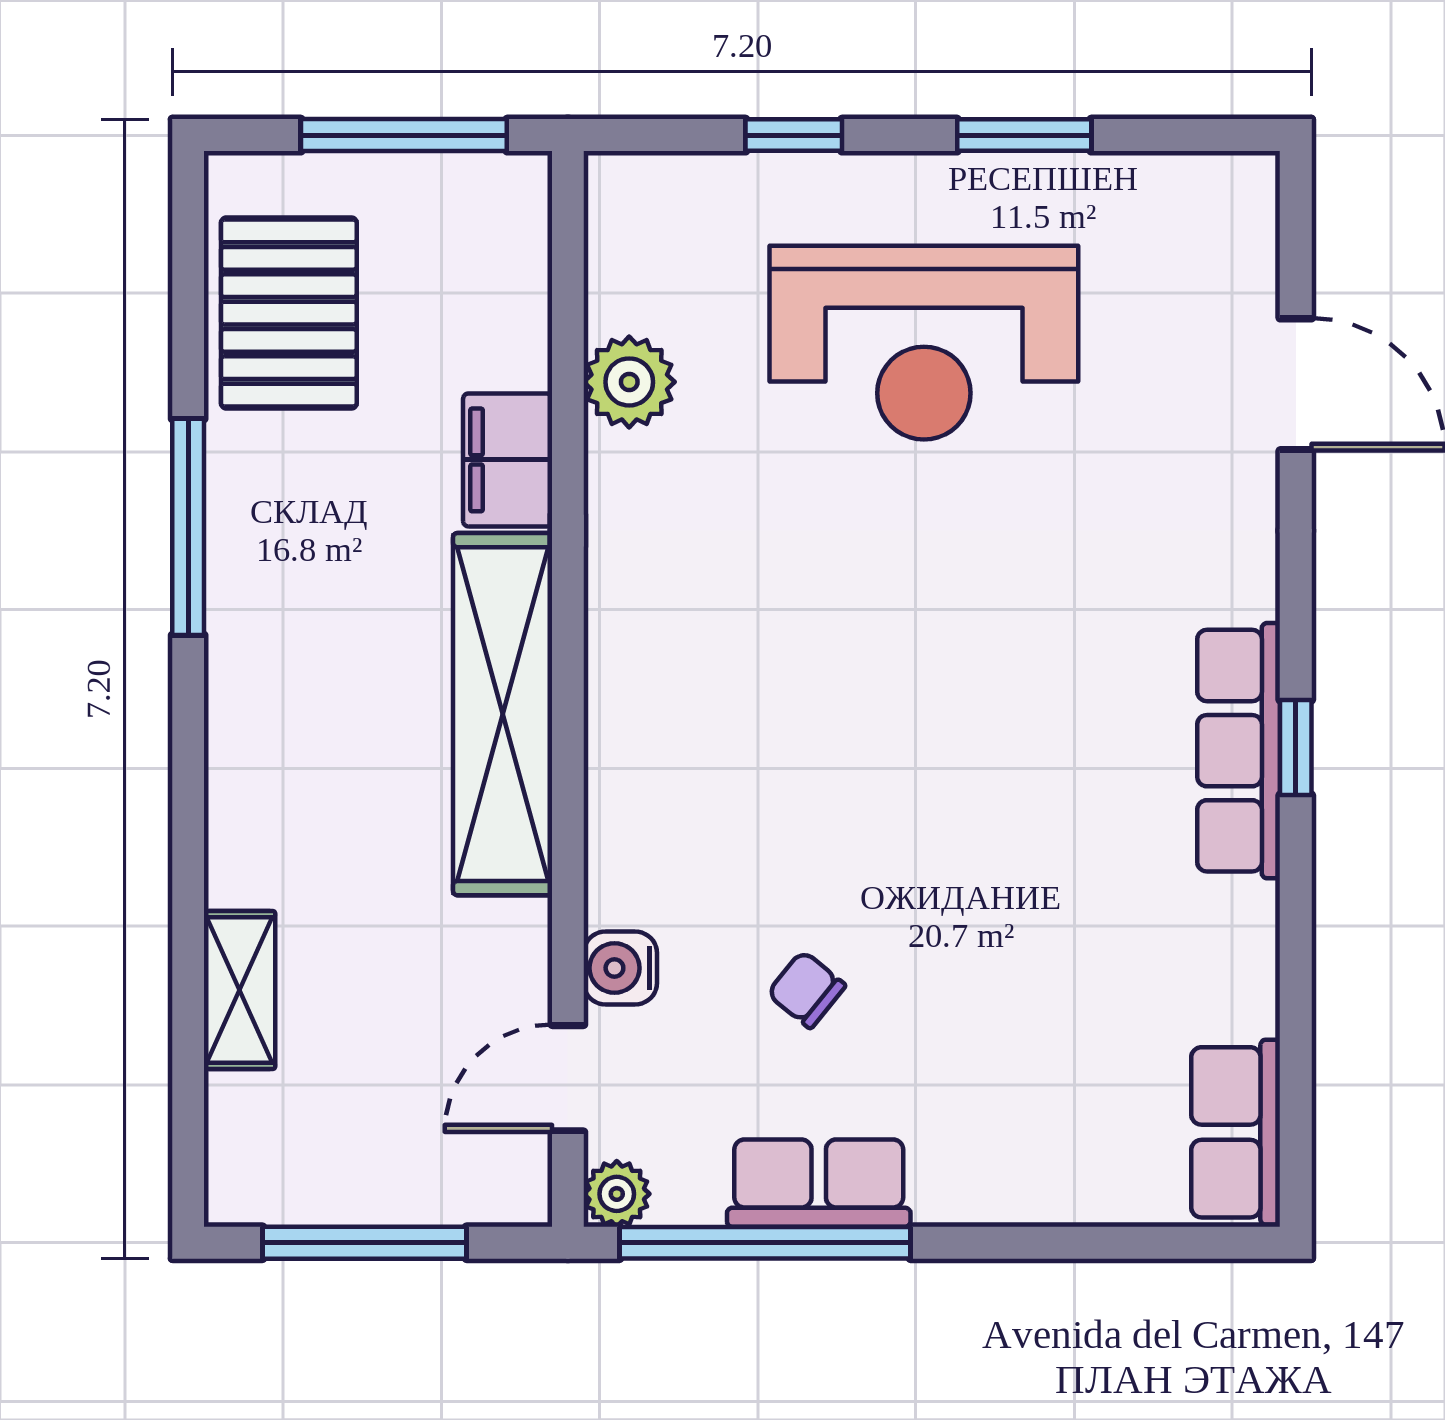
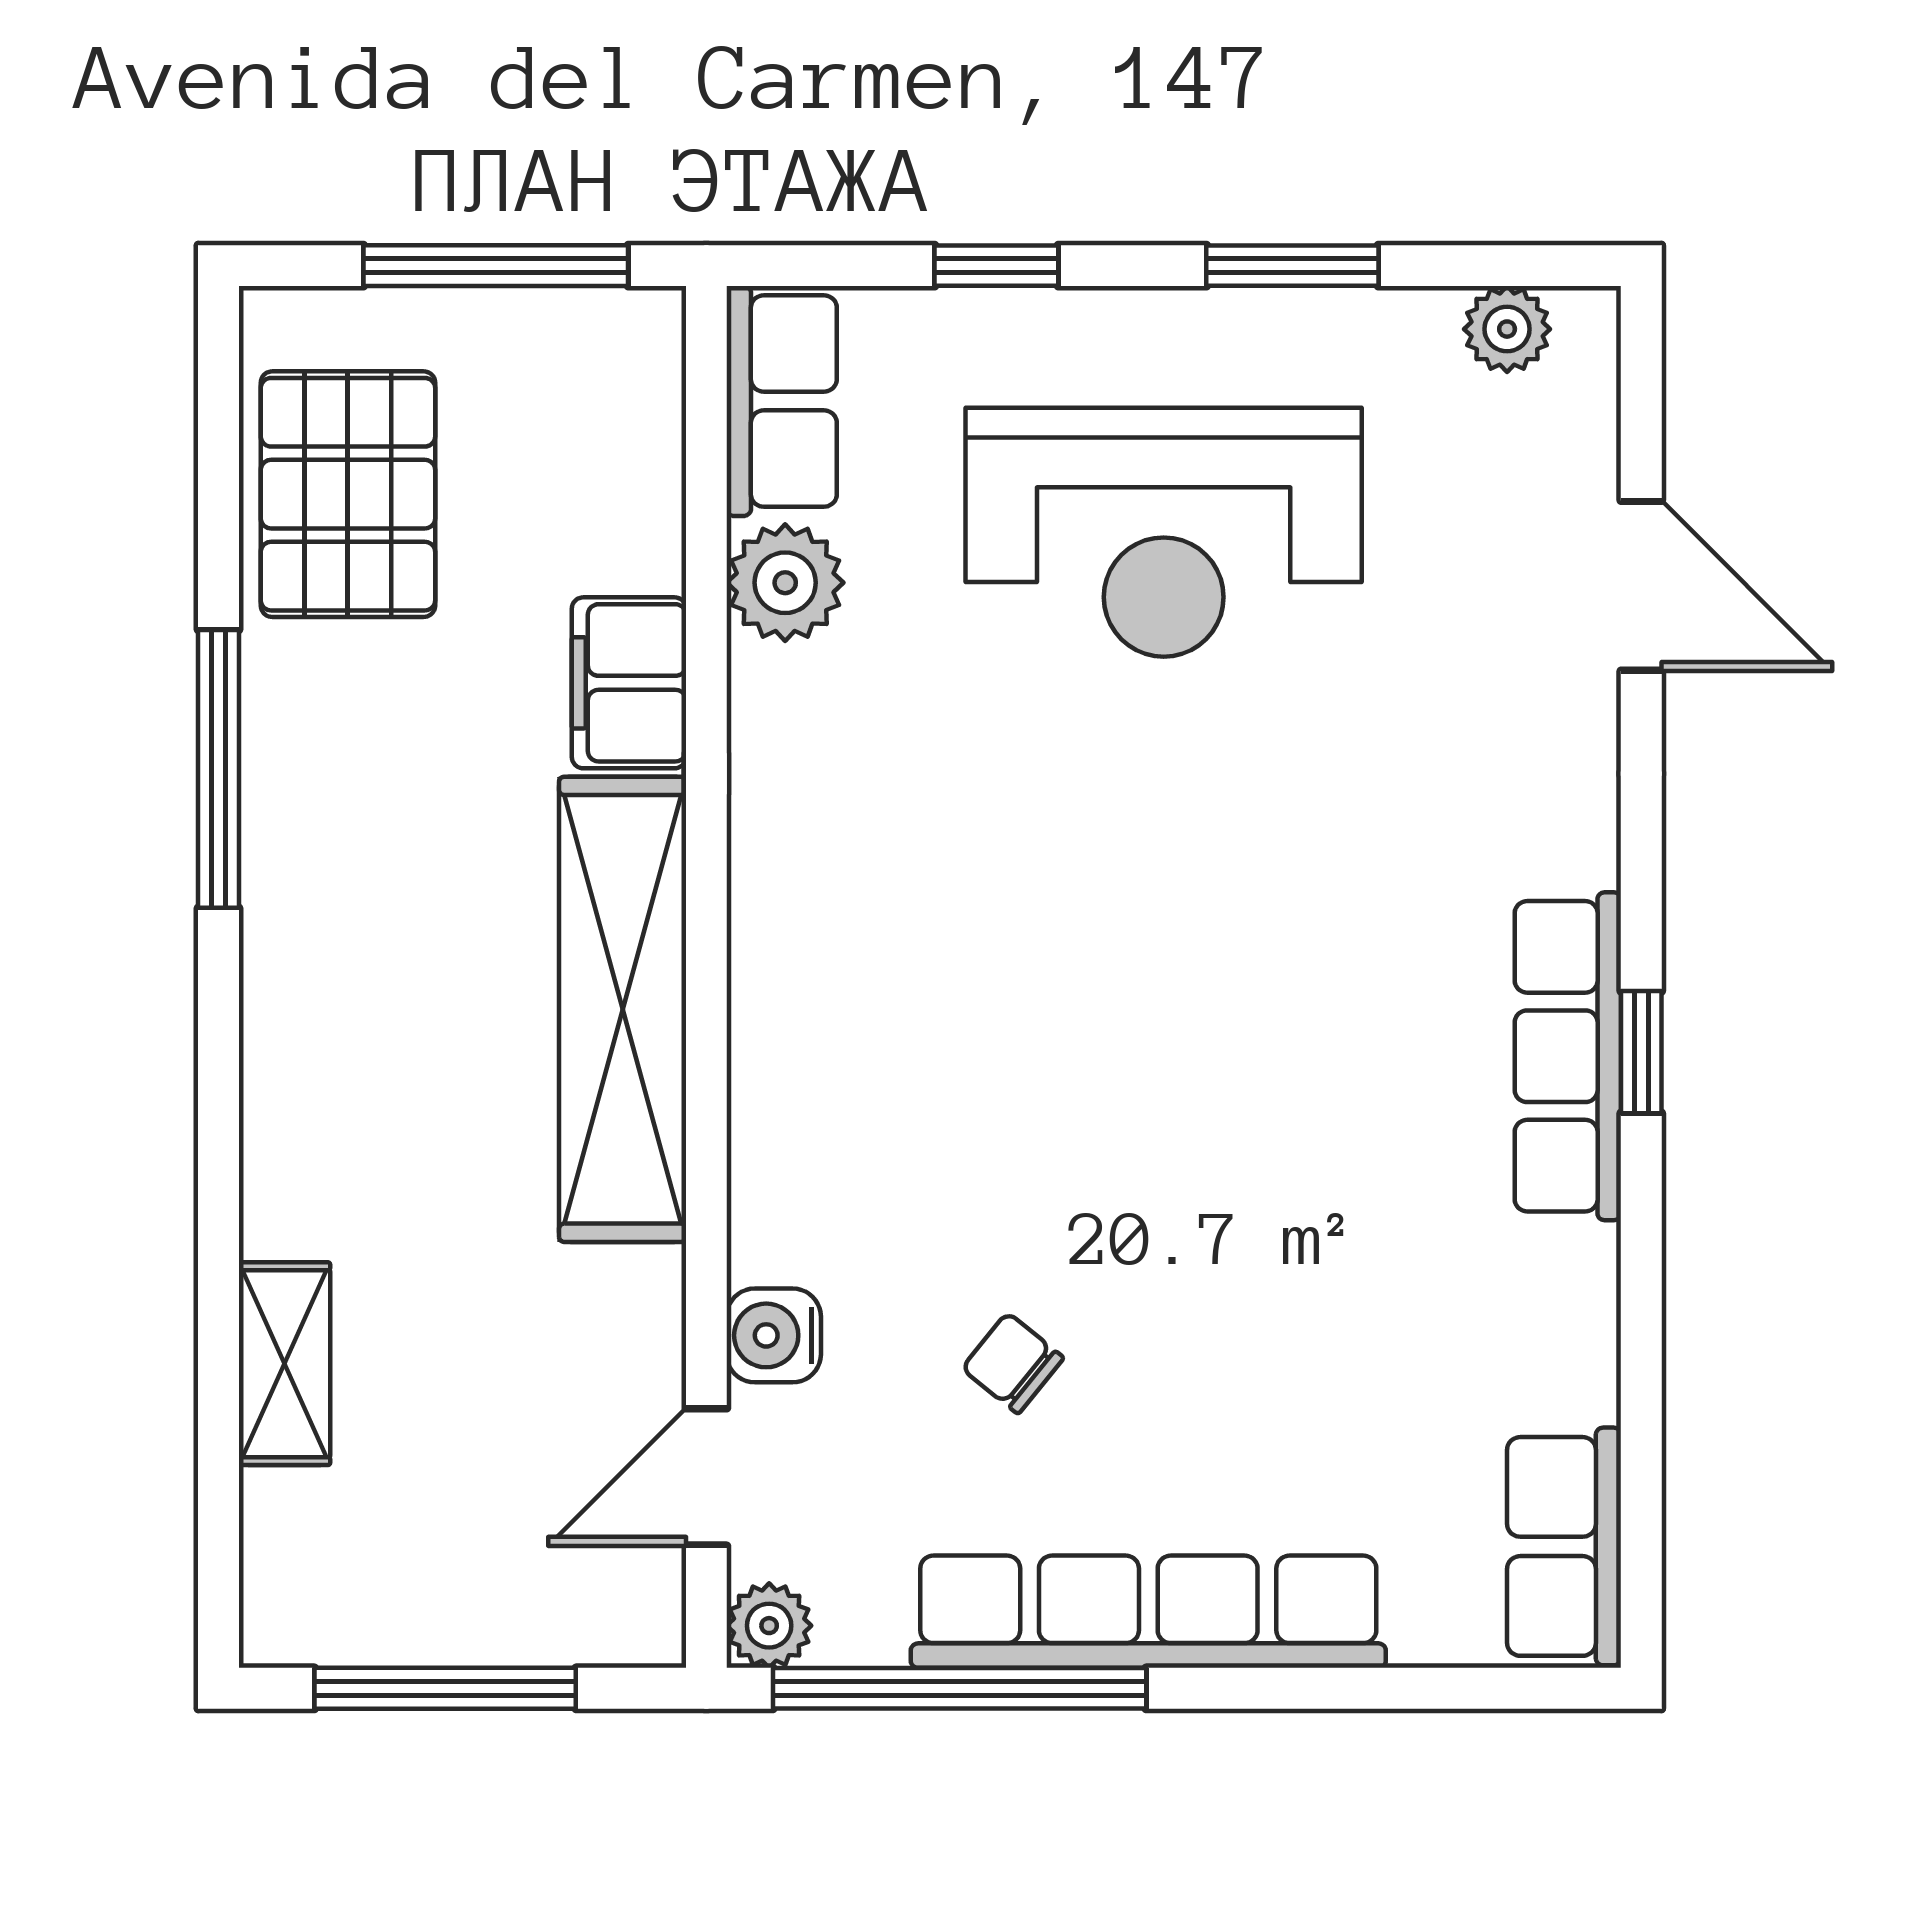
plant: (1191, 184) -> (1507, 329), added
row of seats: (627, 240) -> (782, 401), added
row of seats: (819, 1183) -> (1148, 1612), width x2.02

